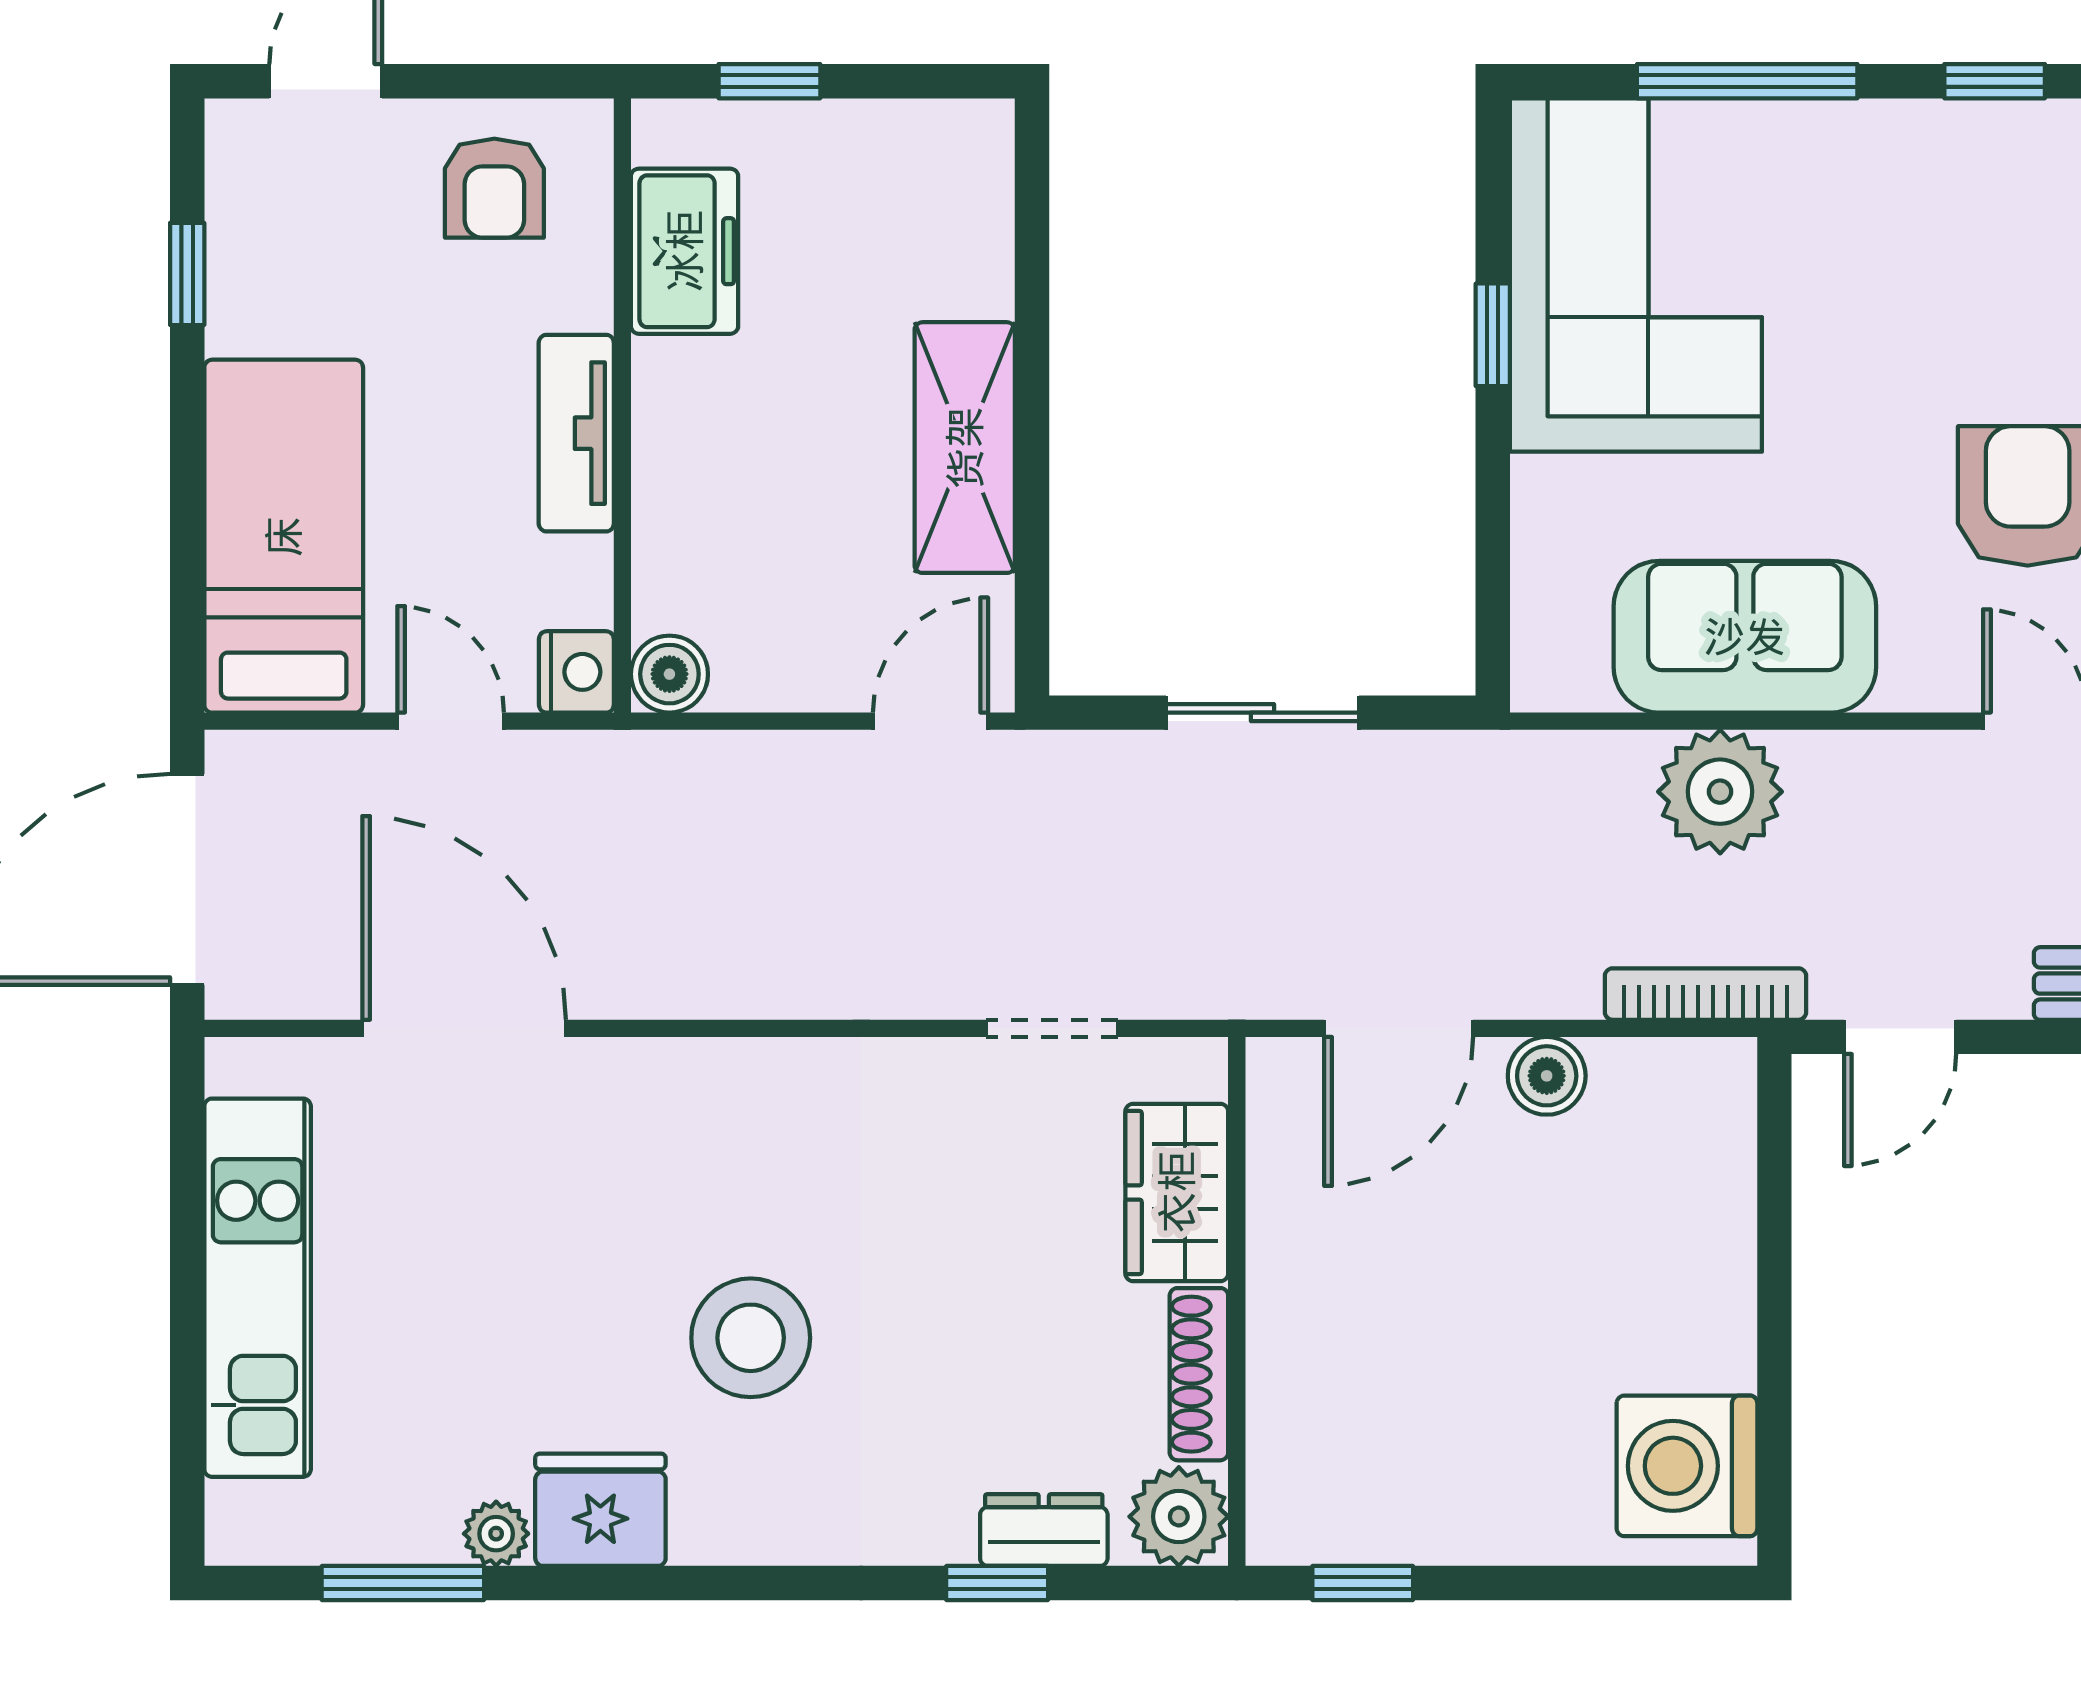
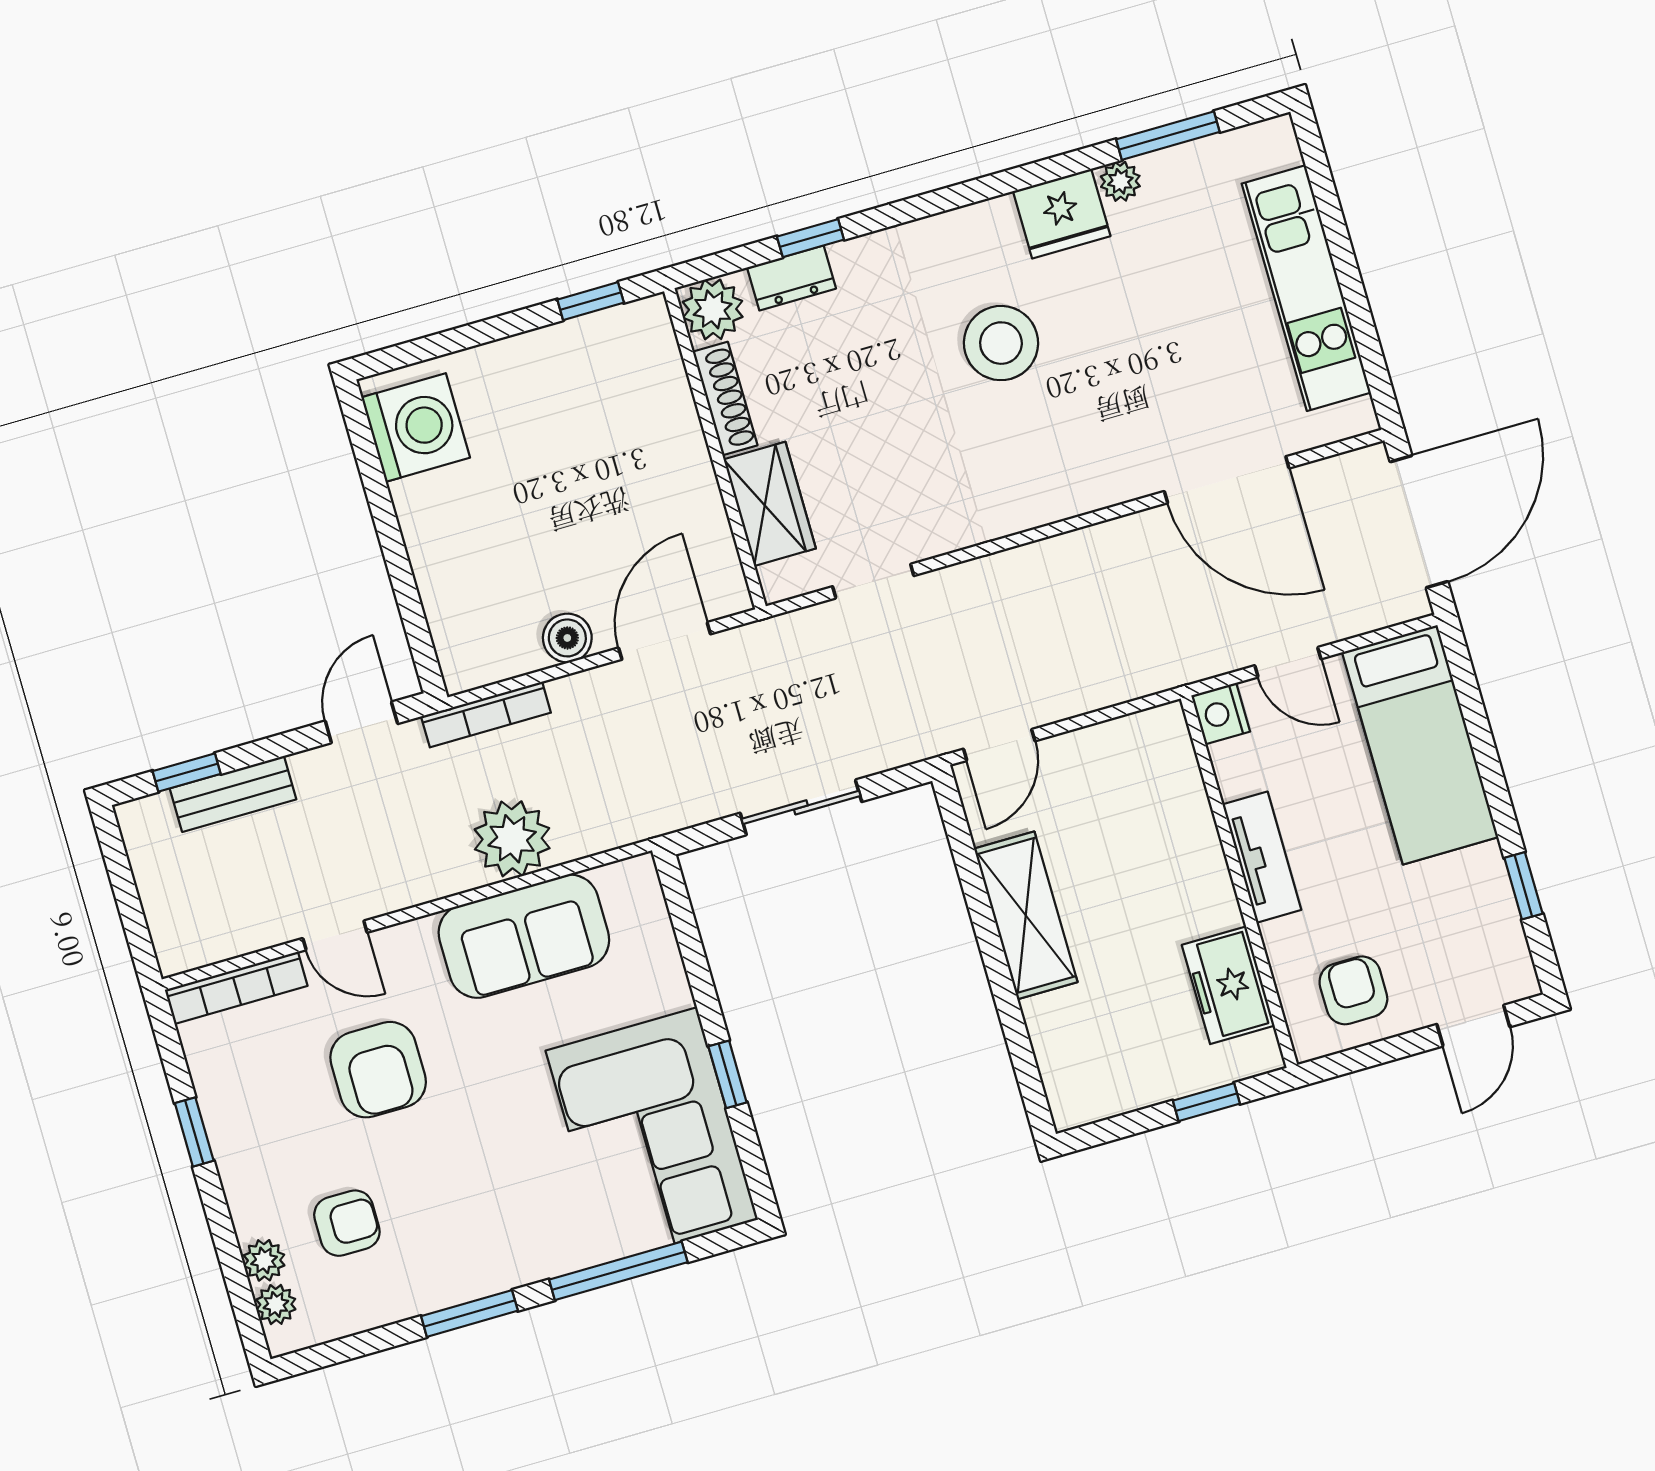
window: (1995, 81) -> (469, 1313), width x1.50
boiler: (669, 674) -> (1164, 728), removed

